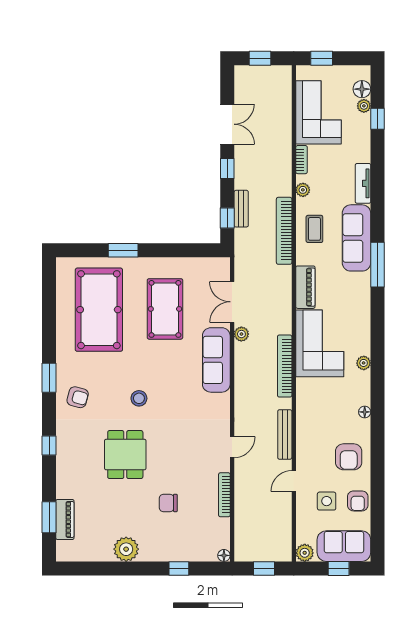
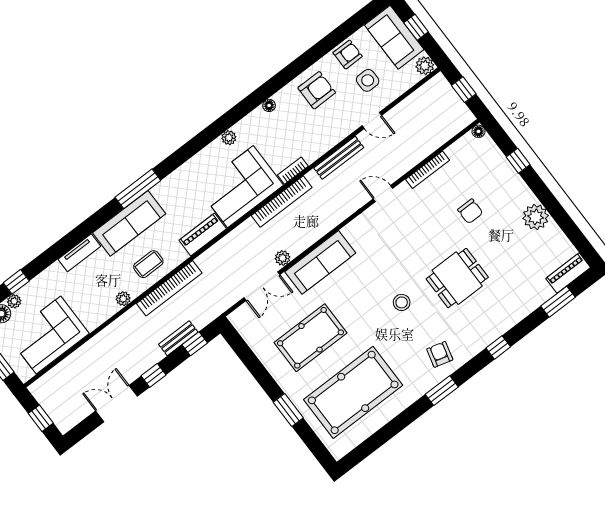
bookcase: (302, 160) -> (293, 171), moved
piano: (65, 519) -> (568, 273), moved

